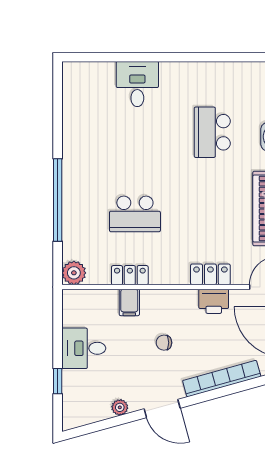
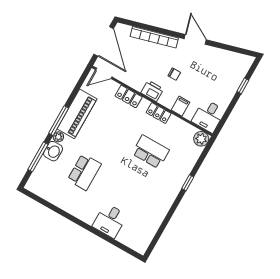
window: (58, 200) -> (188, 183), width x0.32
locker: (130, 275) -> (159, 113), moved
printer: (214, 301) -> (152, 91), moved
desk: (84, 348) -> (208, 116), moved, turned 90
plant: (120, 407) -> (218, 53), removed

